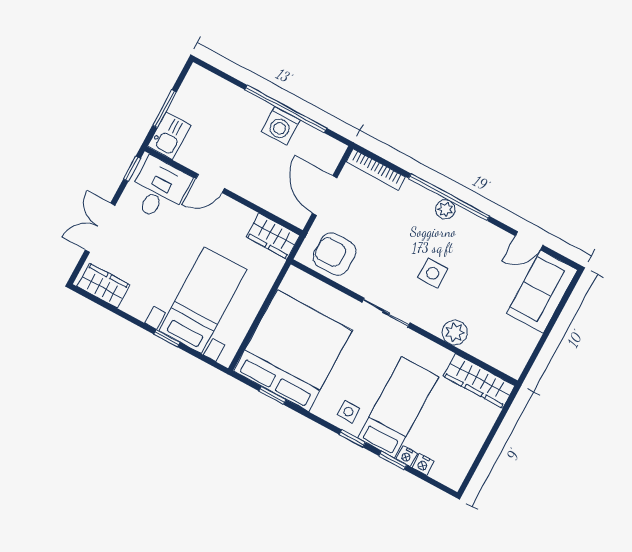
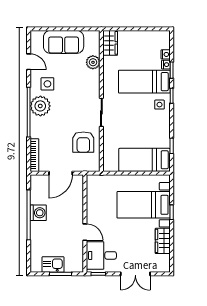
kitchen sink: (169, 135) -> (53, 265), moved
plant: (445, 209) -> (40, 106), width x1.87, depth x1.87
wardrobe: (273, 236) -> (94, 188), removed
armchair: (334, 254) -> (83, 142), moved
side table: (433, 273) -> (47, 84), moved
wardrobe: (103, 286) -> (163, 241), moved
sofa: (542, 292) -> (64, 42), moved
plant: (455, 332) -> (93, 62), moved
bed: (293, 351) -> (145, 160), width x0.49
wardrobe: (479, 381) -> (110, 43), width x0.67

